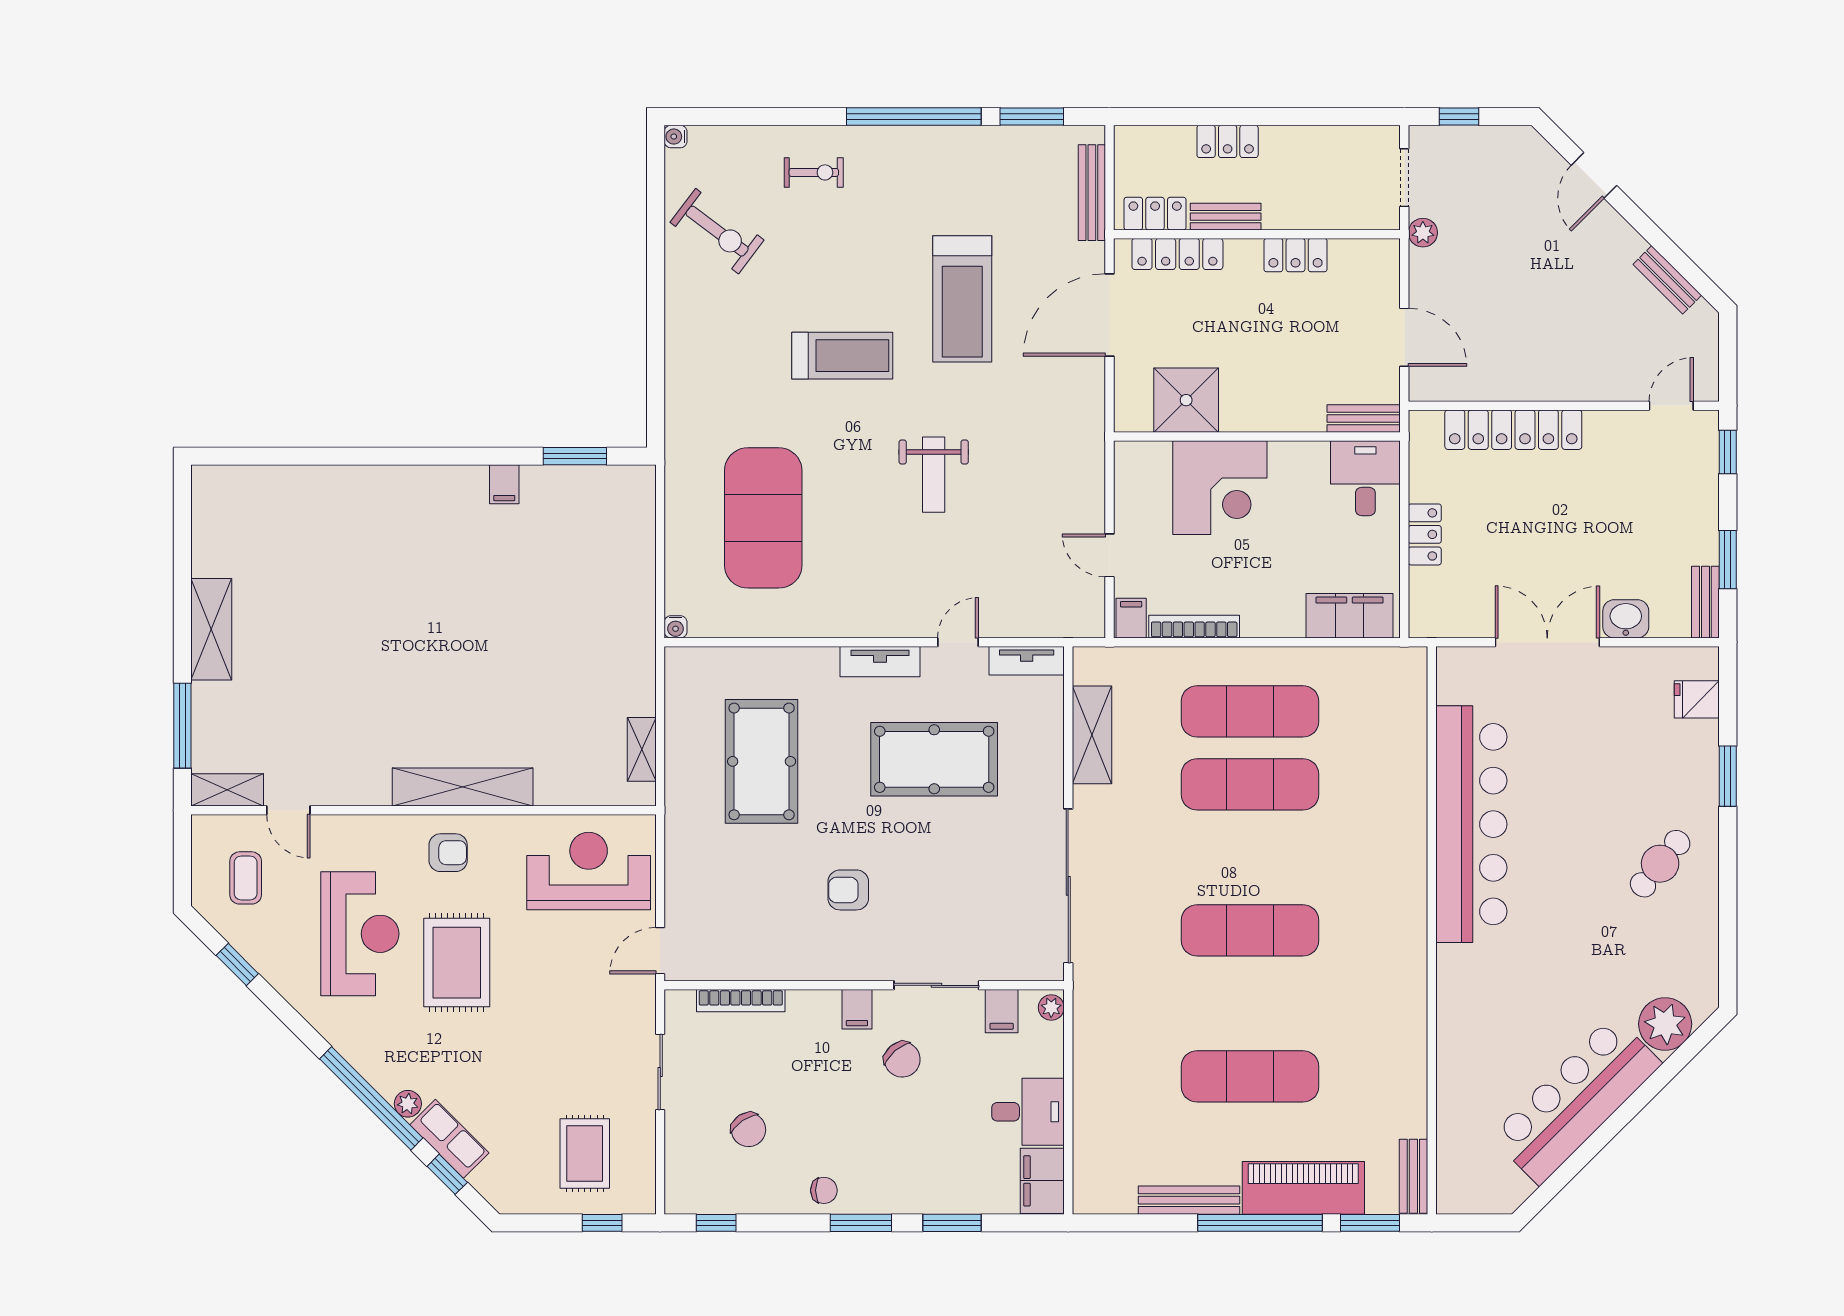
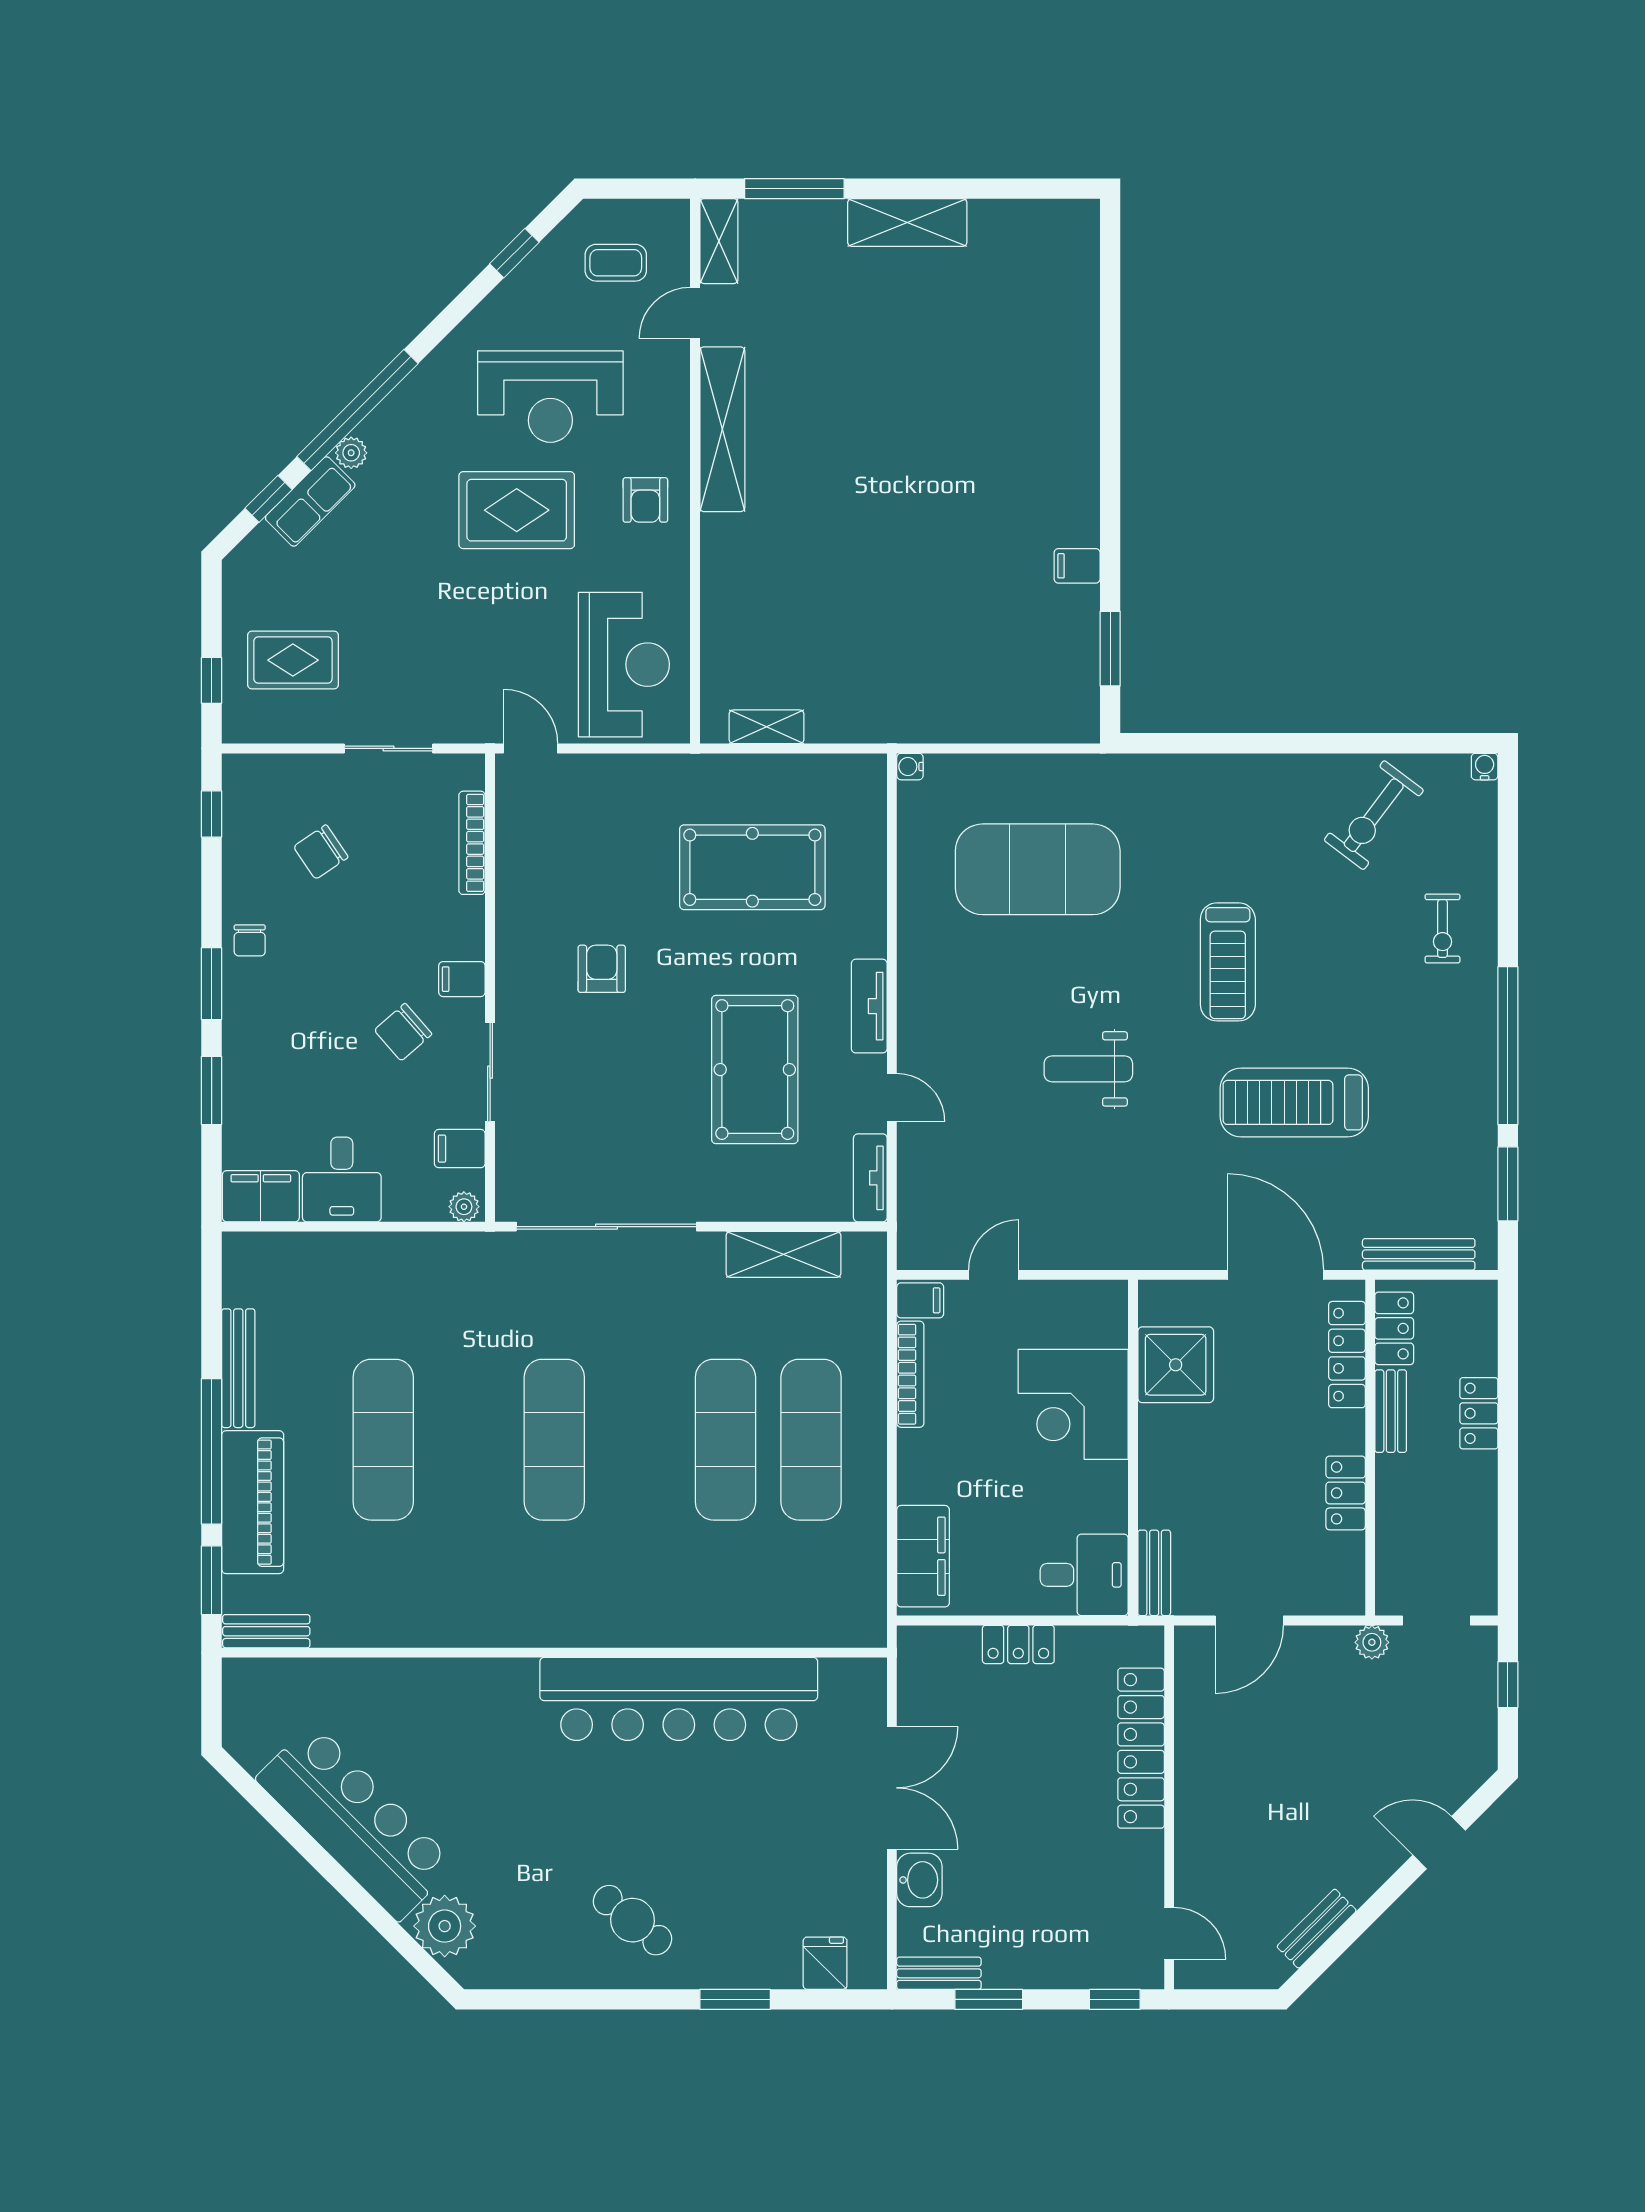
shelving: (463, 787) -> (722, 429), moved

